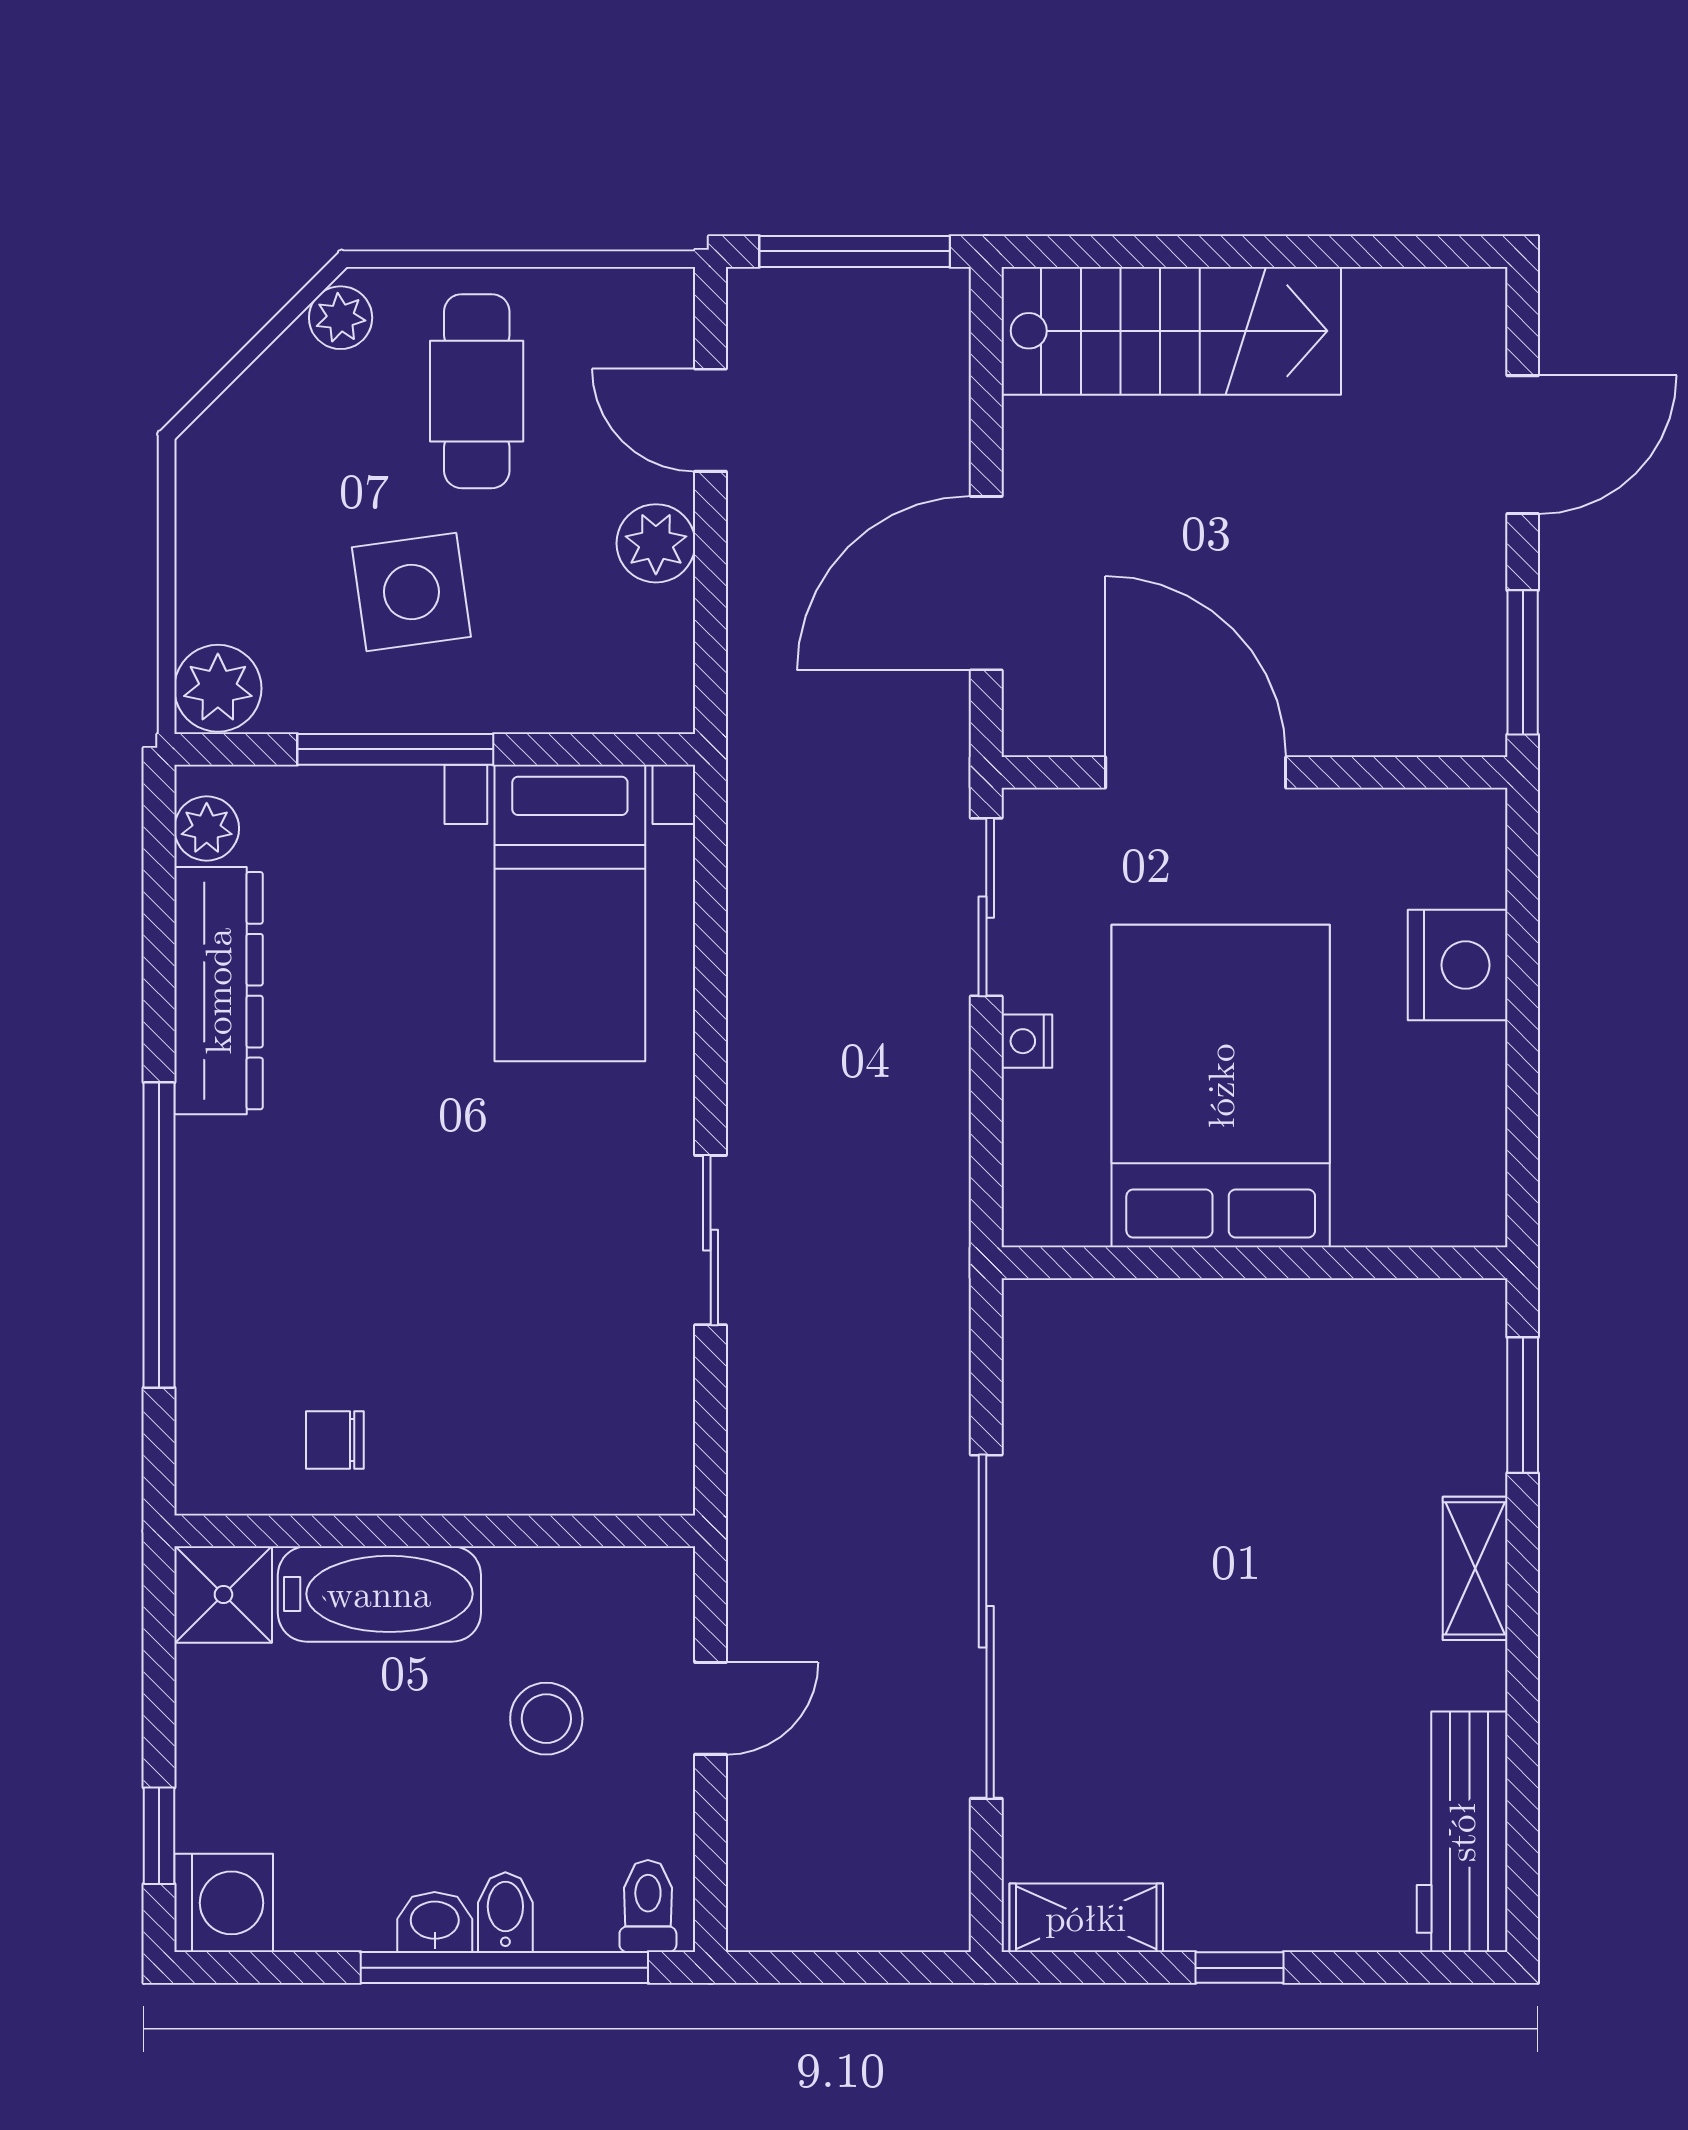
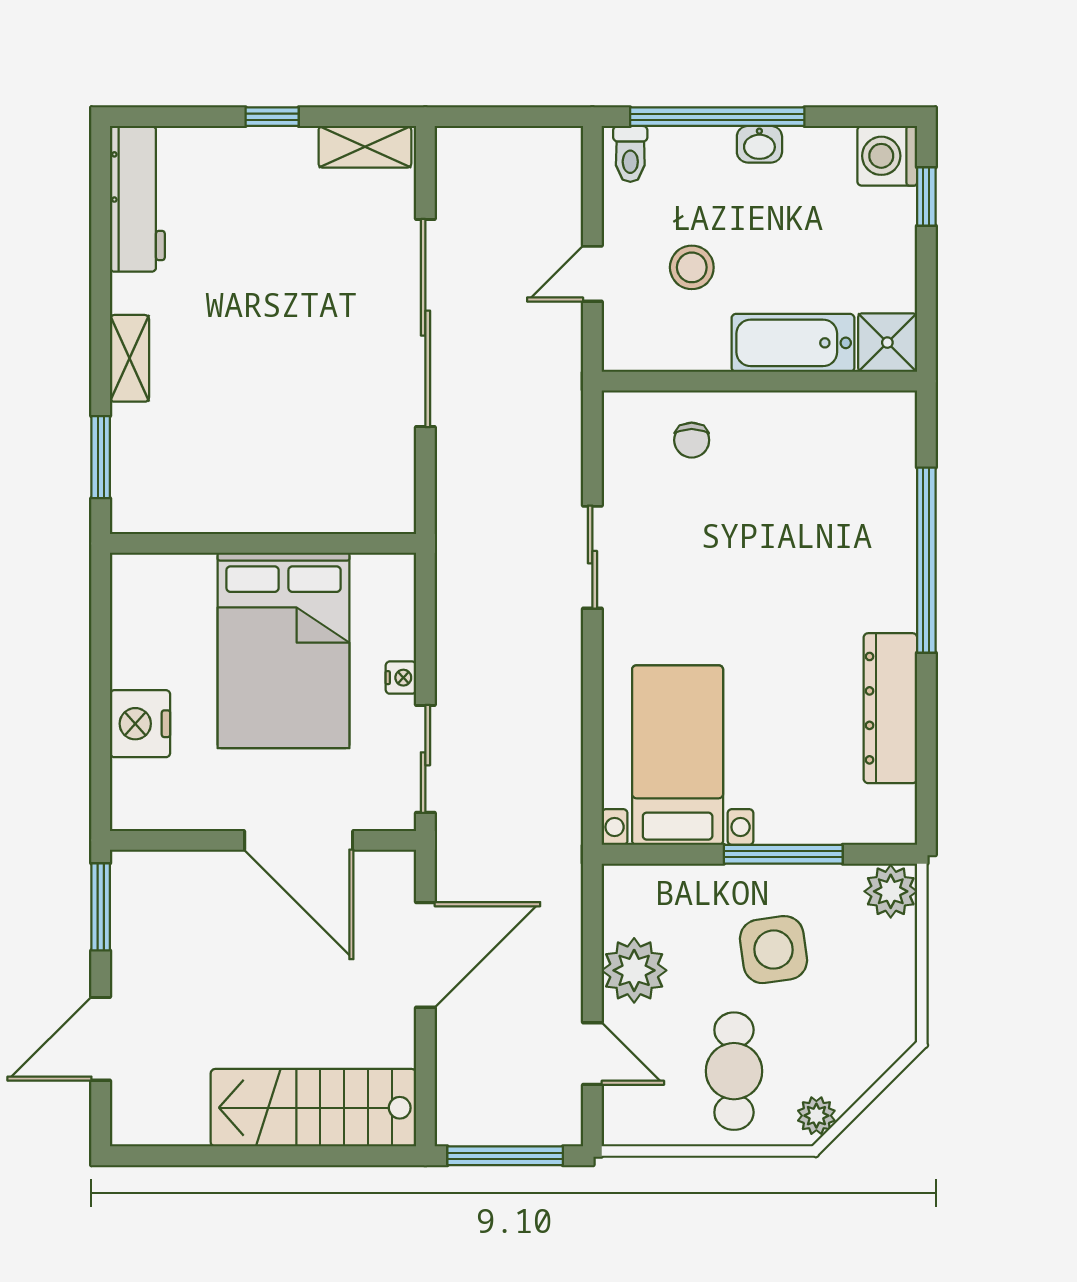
plant: (656, 543) -> (634, 970), width x1.36, depth x1.36
plant: (207, 828) -> (898, 806), removed
chair: (335, 1440) -> (692, 440), moved, turned 90
bidet: (505, 1912) -> (717, 150), removed

